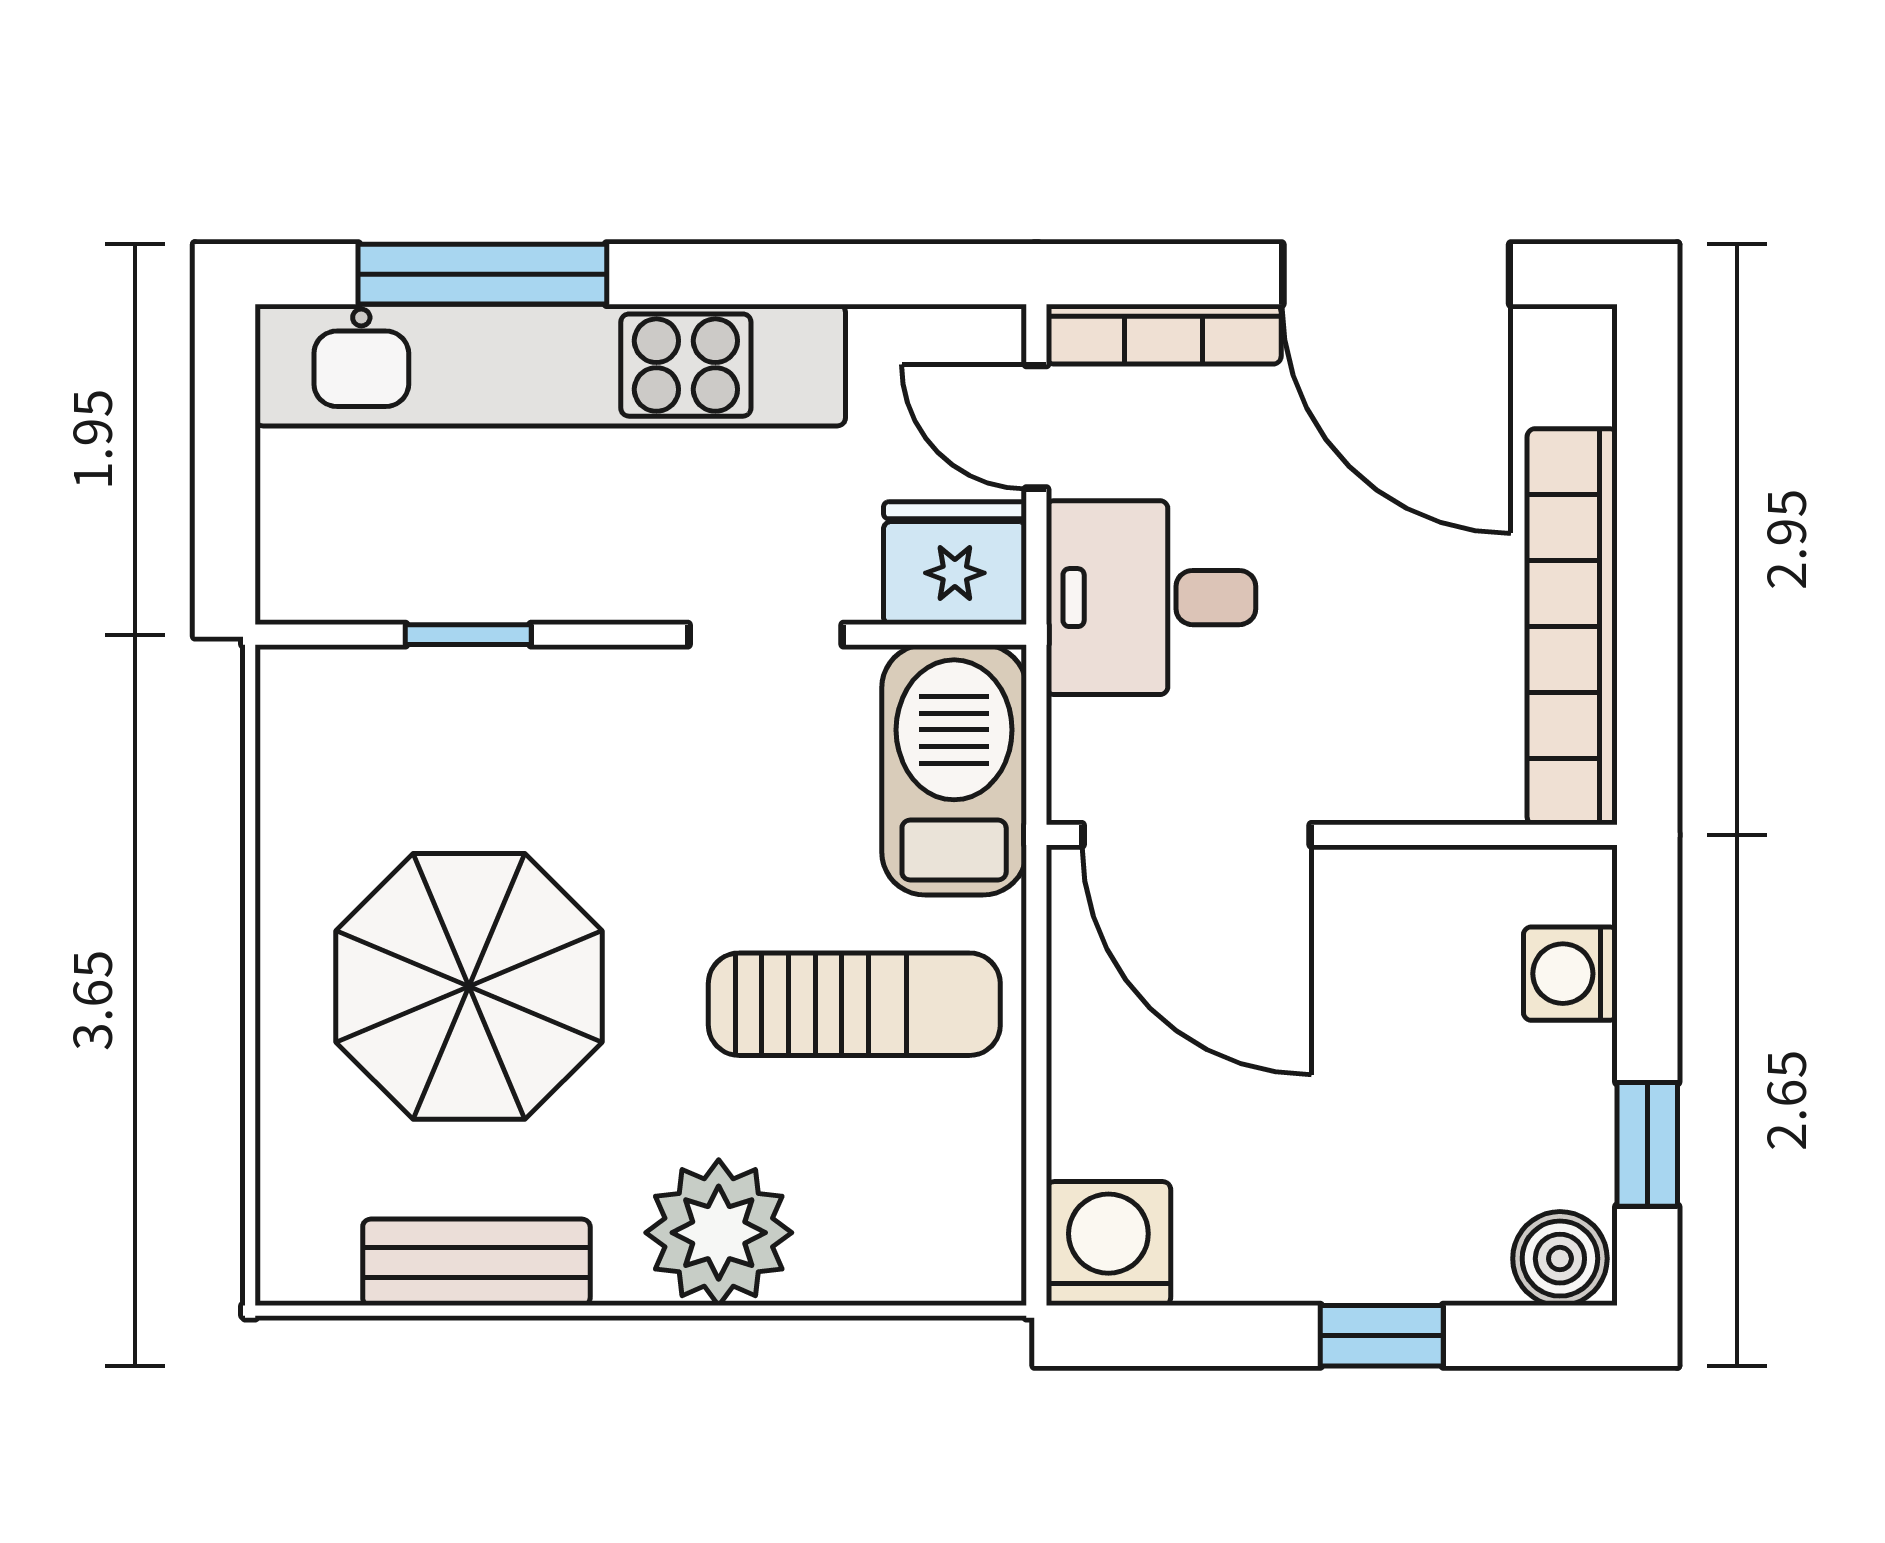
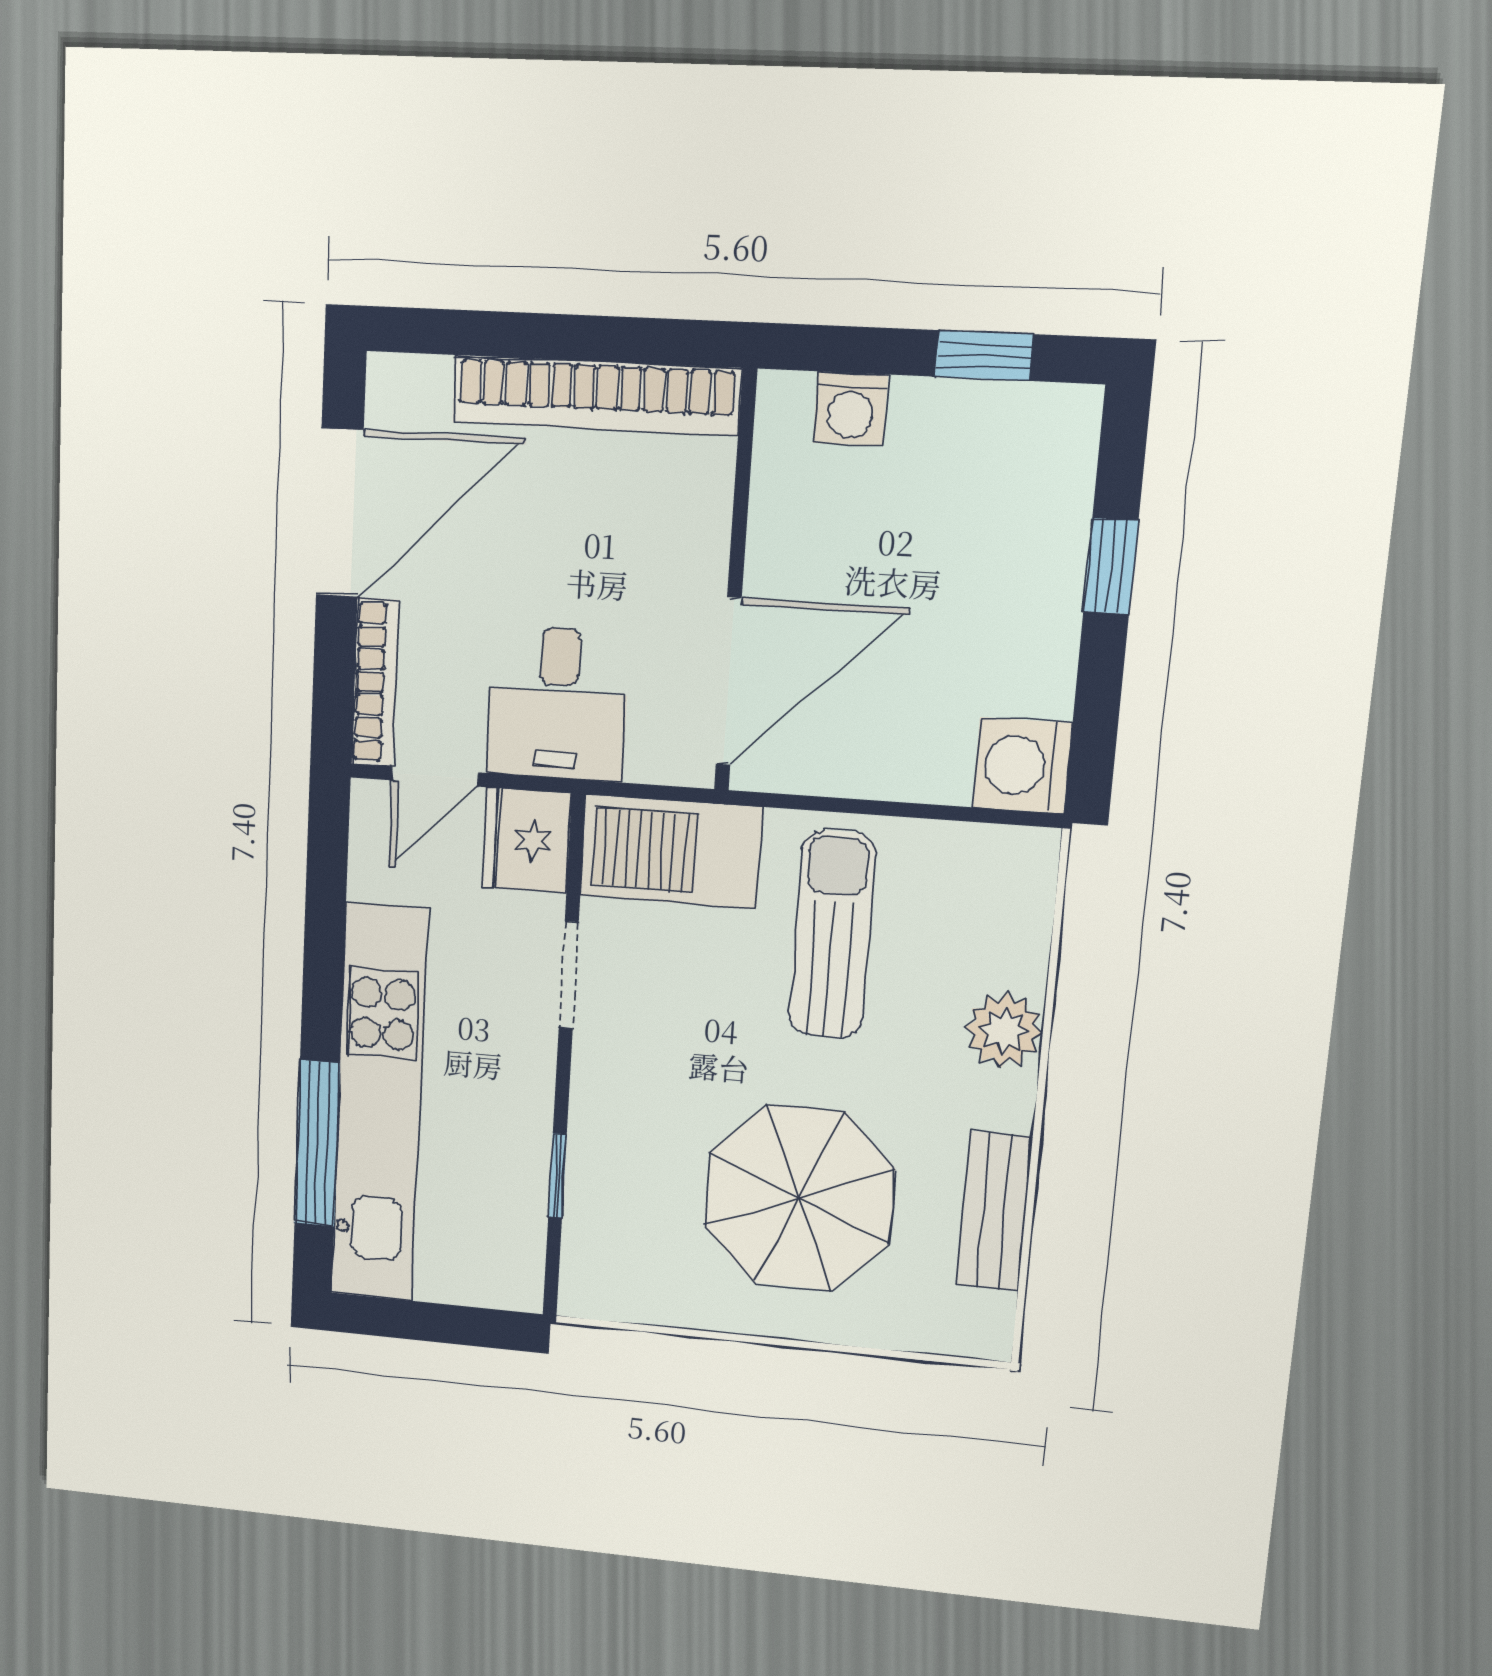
plant: (719, 1233) -> (1004, 1030), width x0.73, depth x0.73
boiler: (1560, 1259) -> (1065, 427), removed

